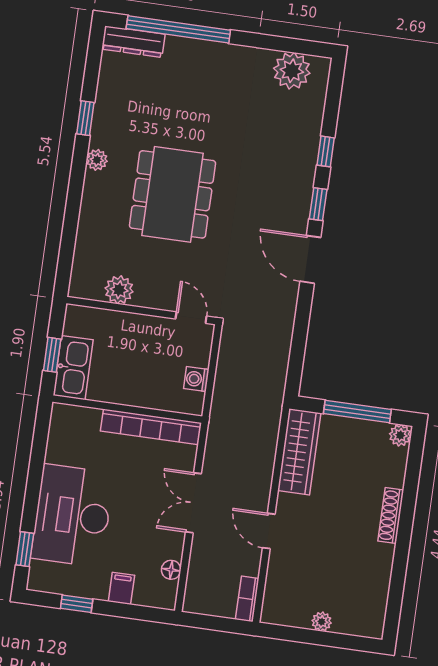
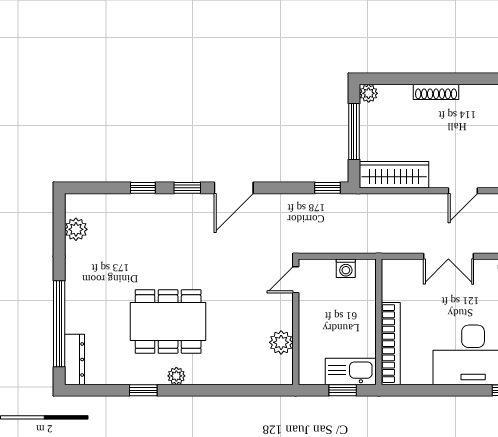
plant: (292, 71) -> (76, 229), width x0.73, depth x0.73
dining table: (173, 194) -> (168, 322), moved
window: (295, 371) -> (327, 188), added
bookcase: (151, 427) -> (391, 344), moved

